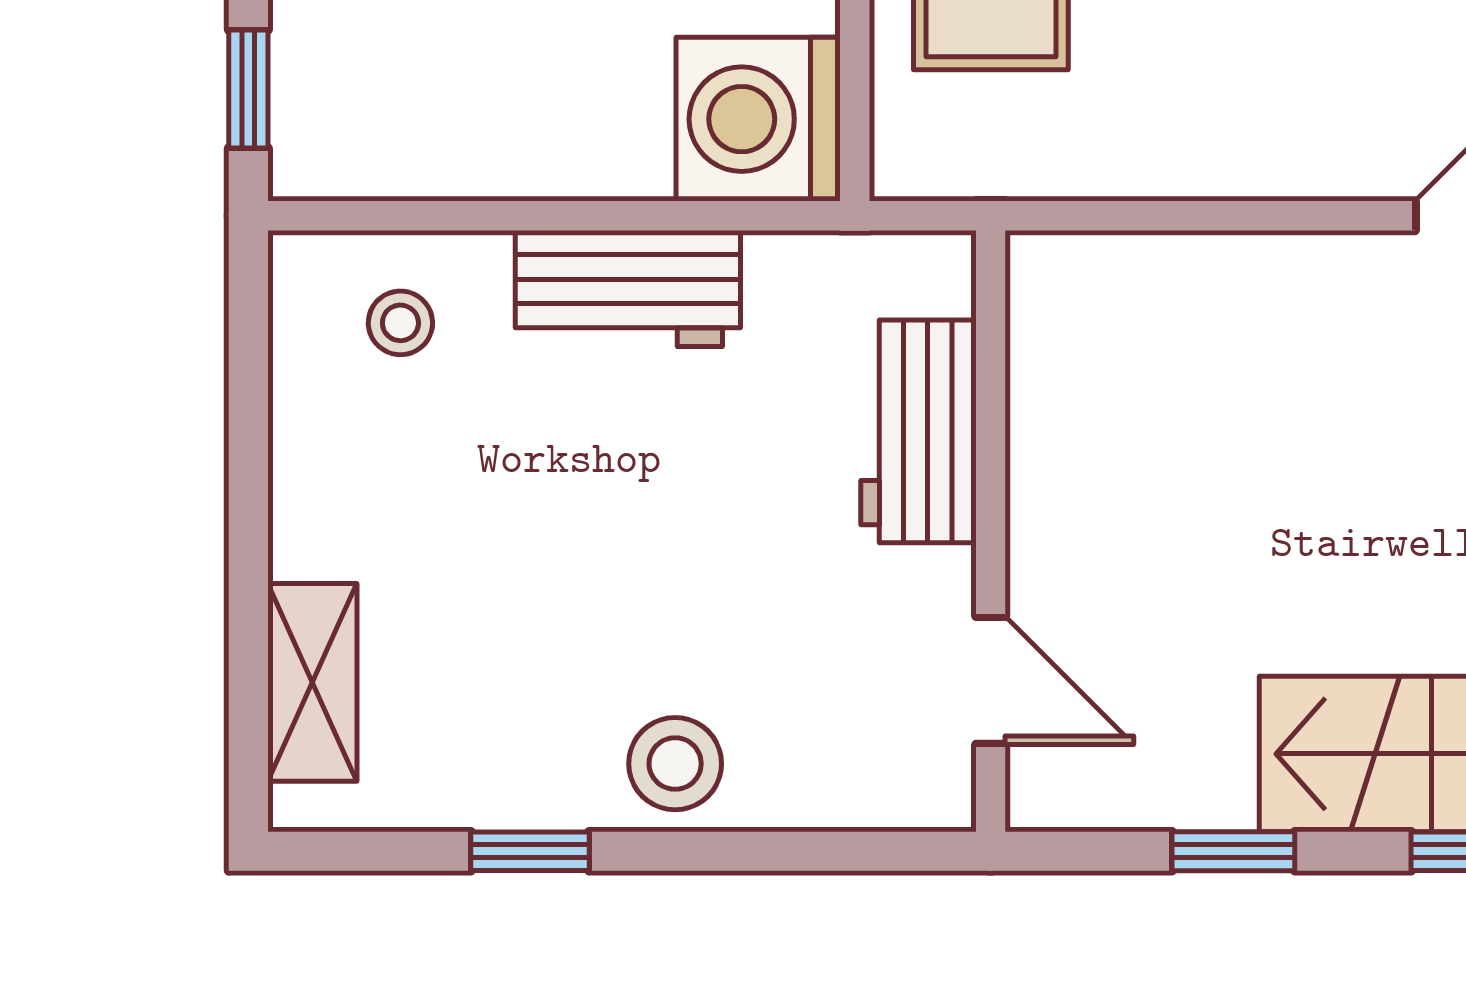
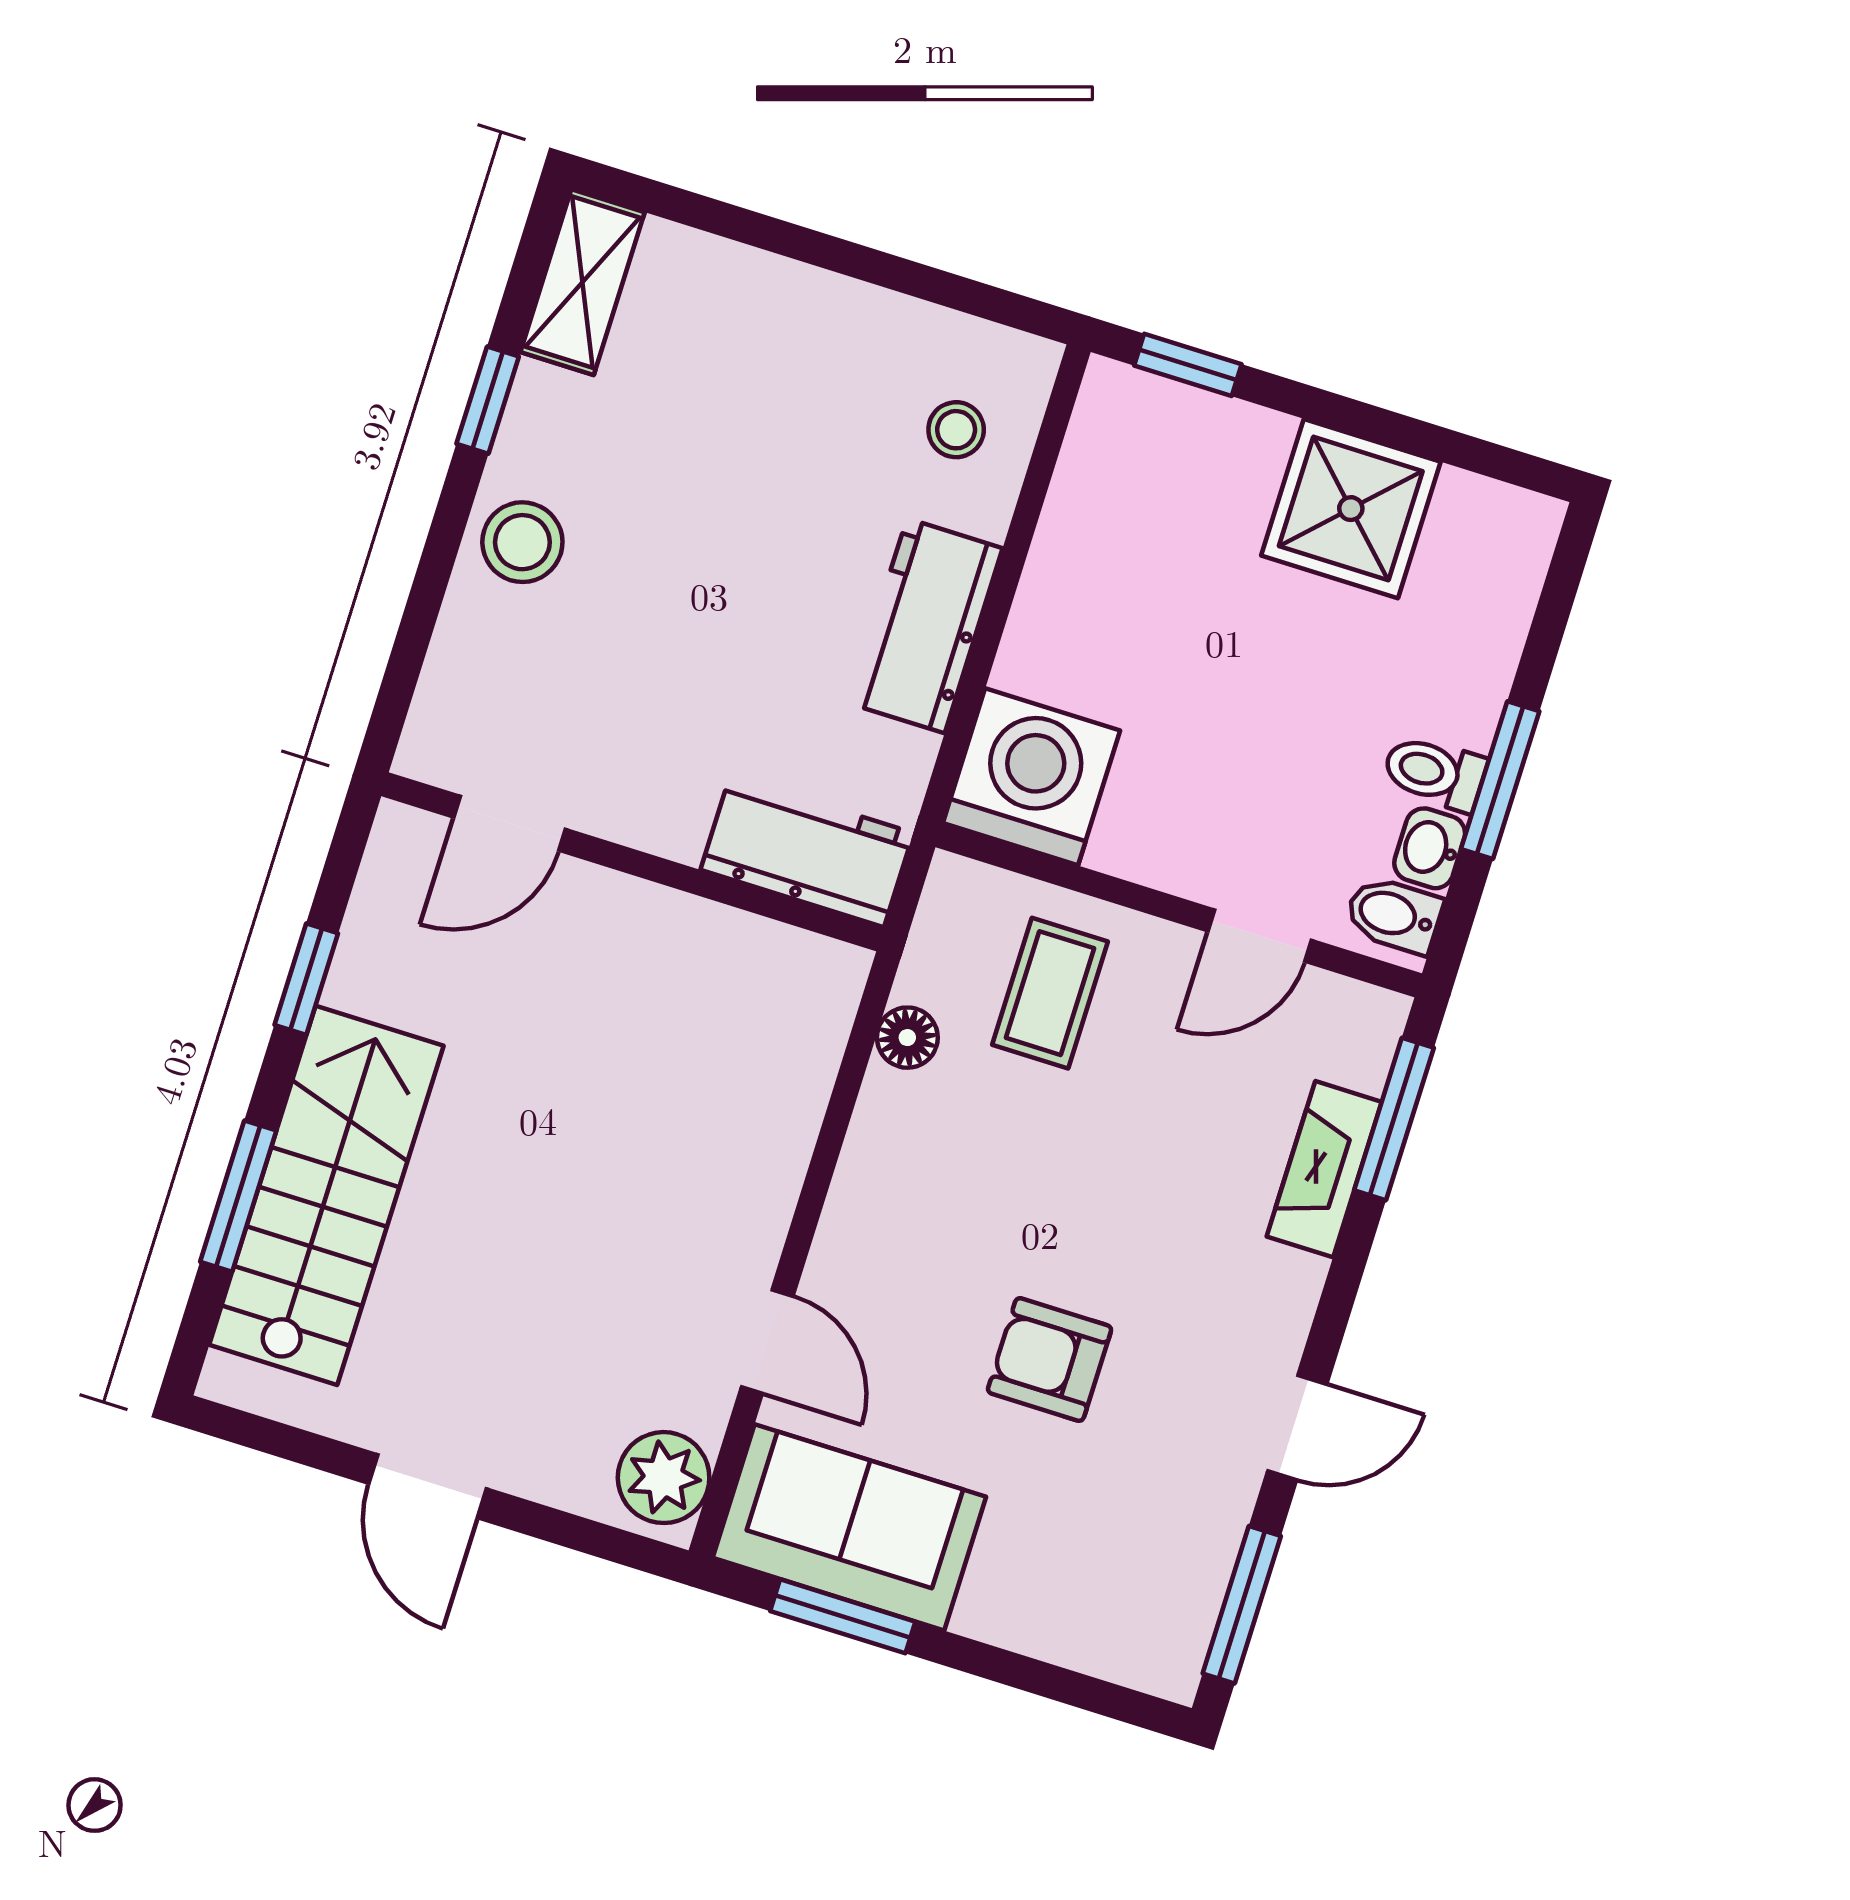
floor lamp: (1090, 166) -> (907, 1038), added
workbench: (918, 431) -> (807, 851), moved
shelving: (312, 682) -> (582, 282), moved, turned 90

